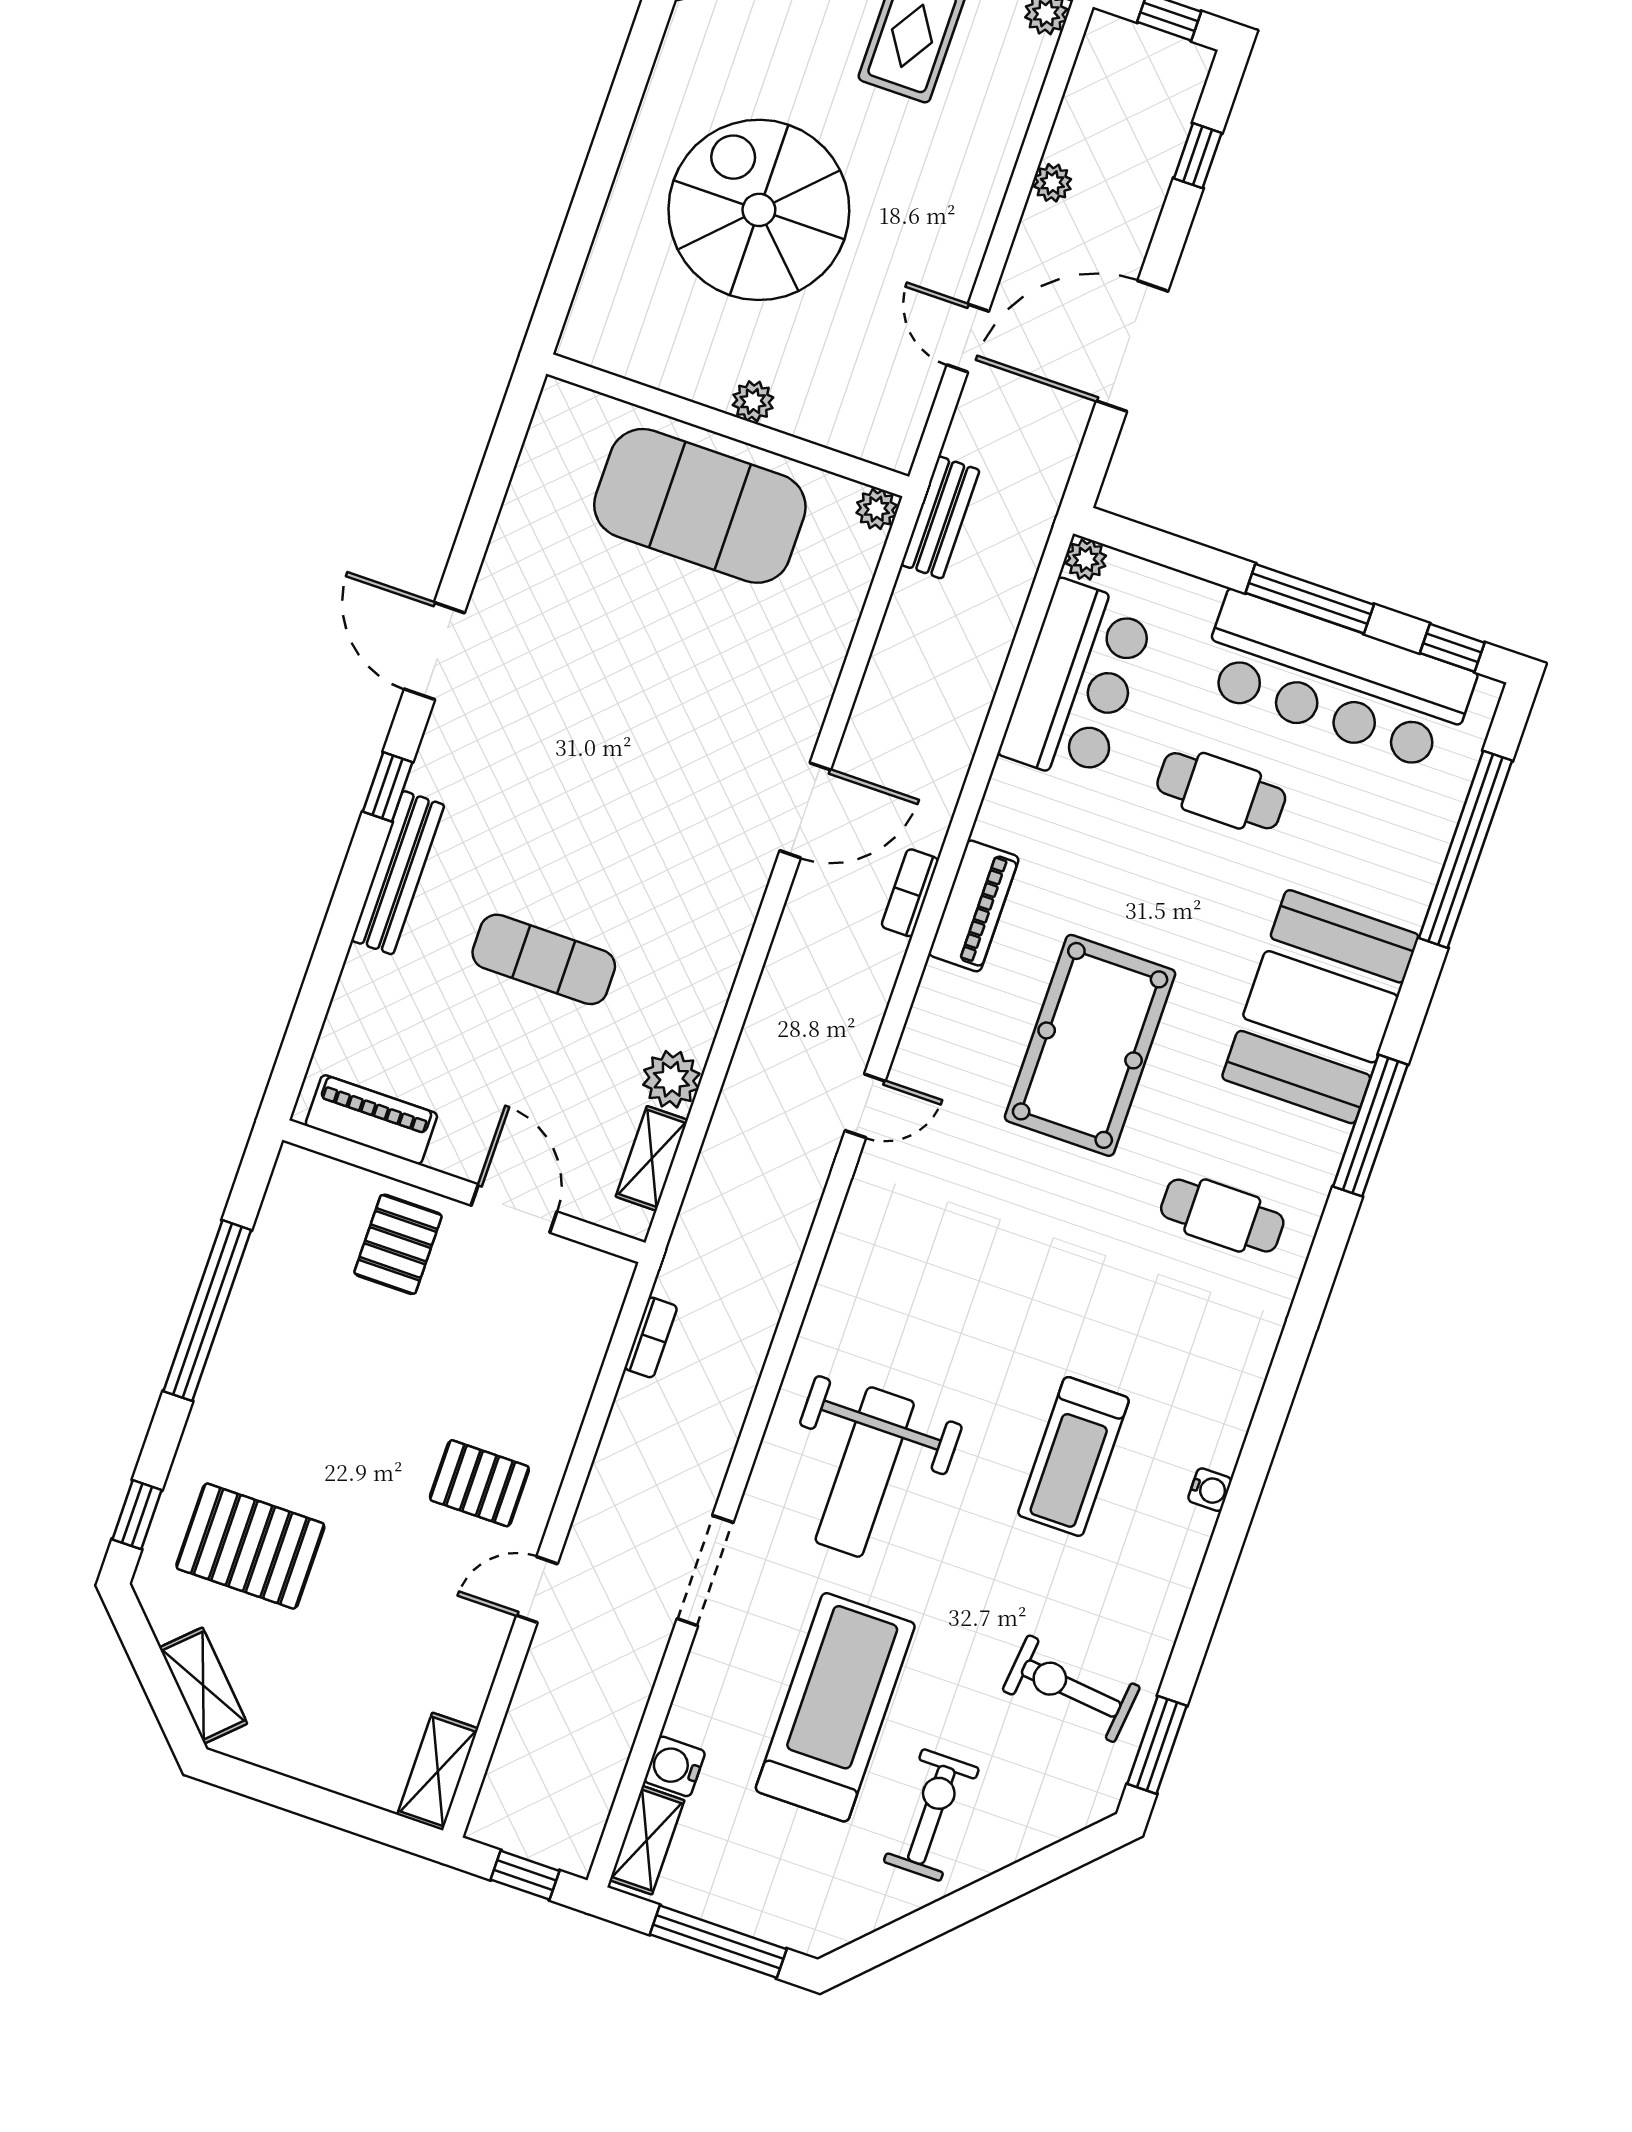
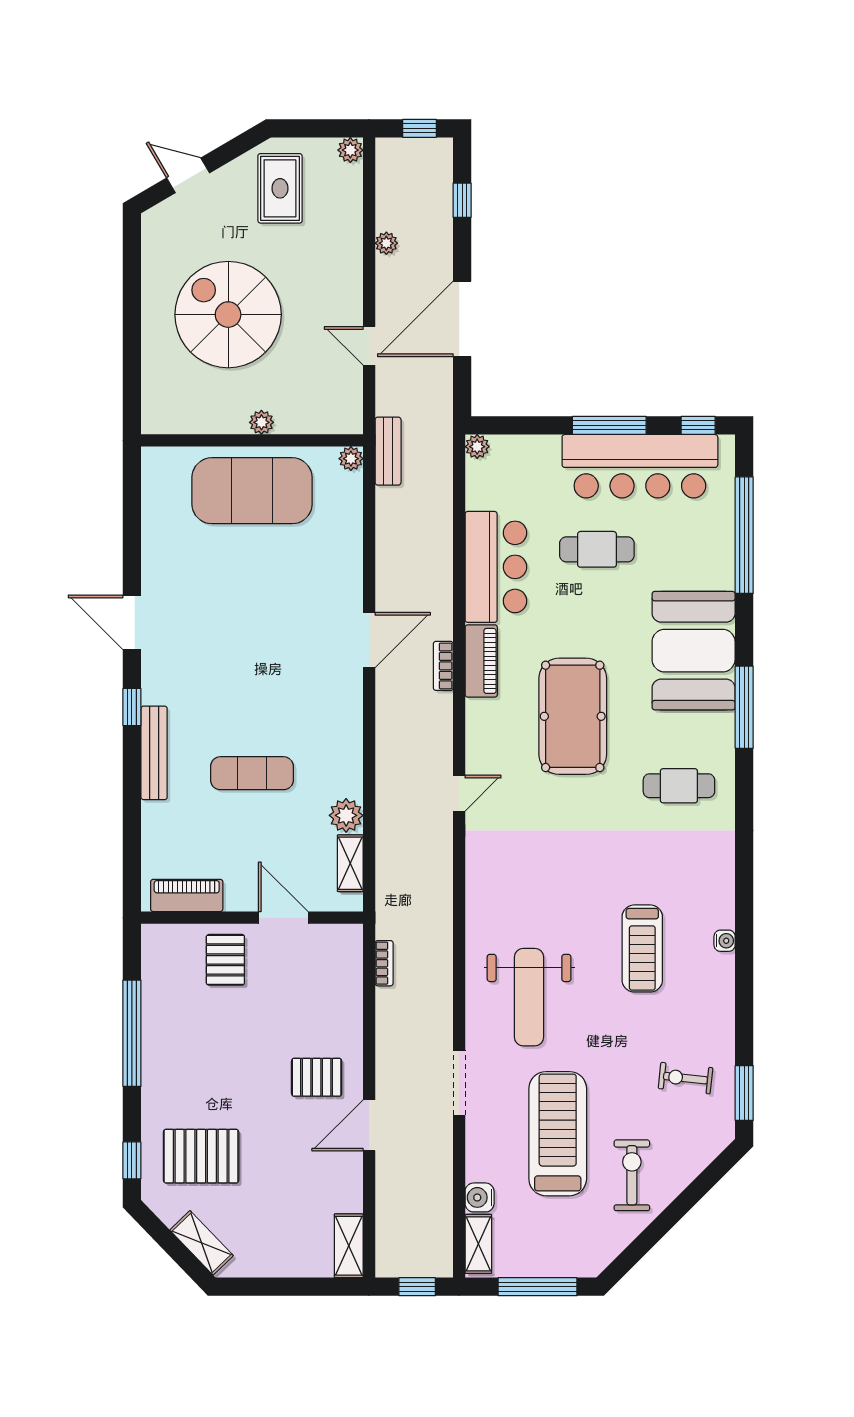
bar counter: (1077, 682) -> (496, 567), moved
door: (537, 1590) -> (369, 1125), width x1.38
exercise bike: (1071, 1689) -> (685, 1078), width x0.73, depth x0.72

